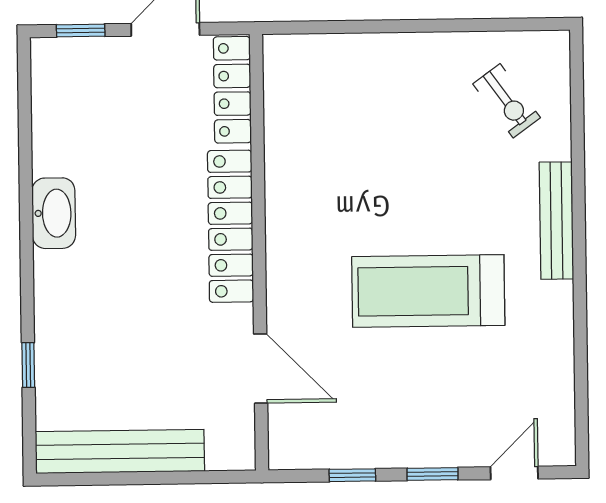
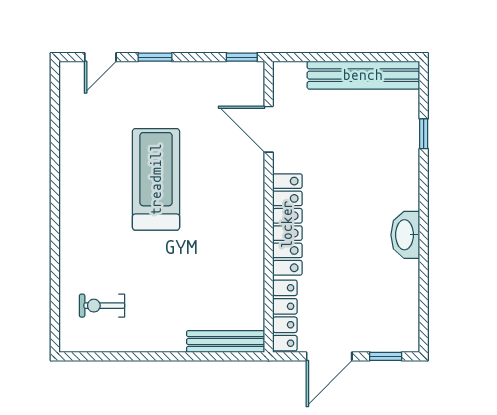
exercise bike: (507, 101) -> (102, 306), turned -54
bench: (556, 221) -> (226, 342), moved, turned 90
treadmill: (428, 291) -> (156, 179), turned -90
window: (352, 475) -> (242, 57), moved

